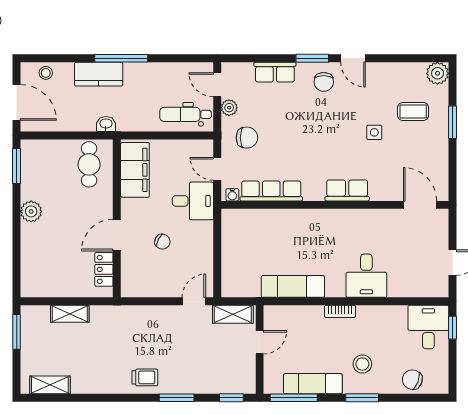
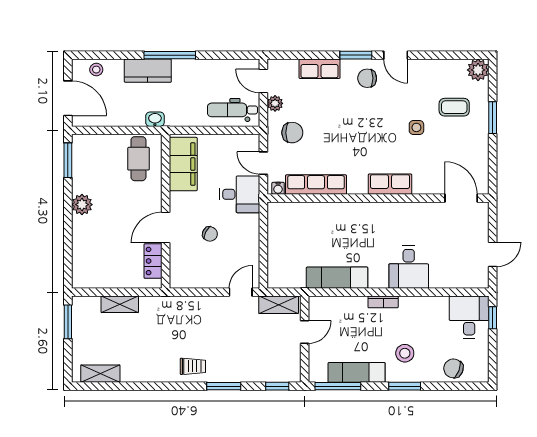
chair: (324, 82) -> (367, 78), turned 90

